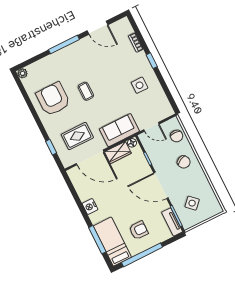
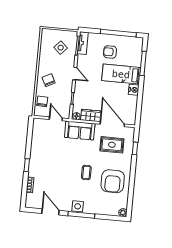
side table: (140, 85) -> (78, 206), moved
door: (161, 185) -> (75, 74), width x0.53
bed: (112, 242) -> (121, 74), moved, turned 90

